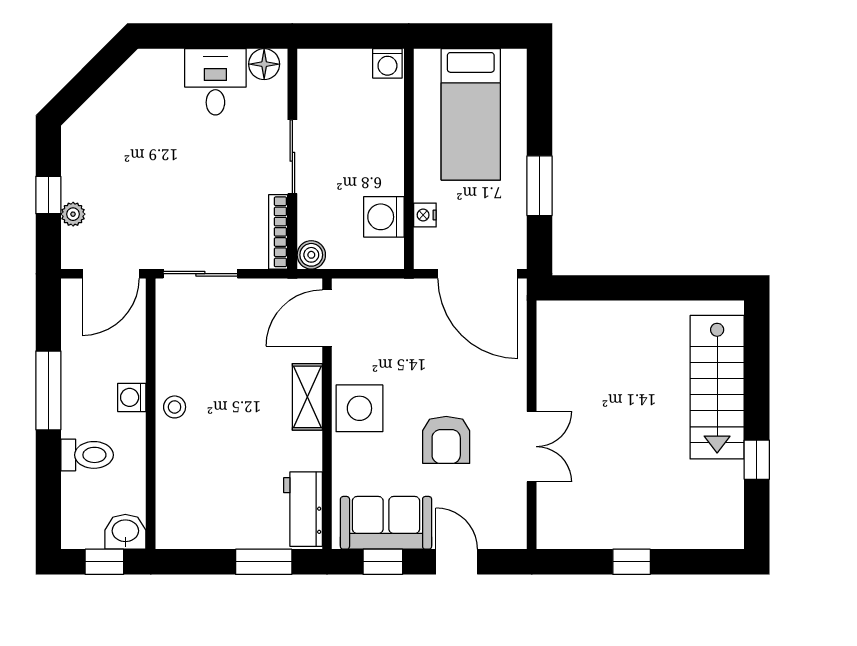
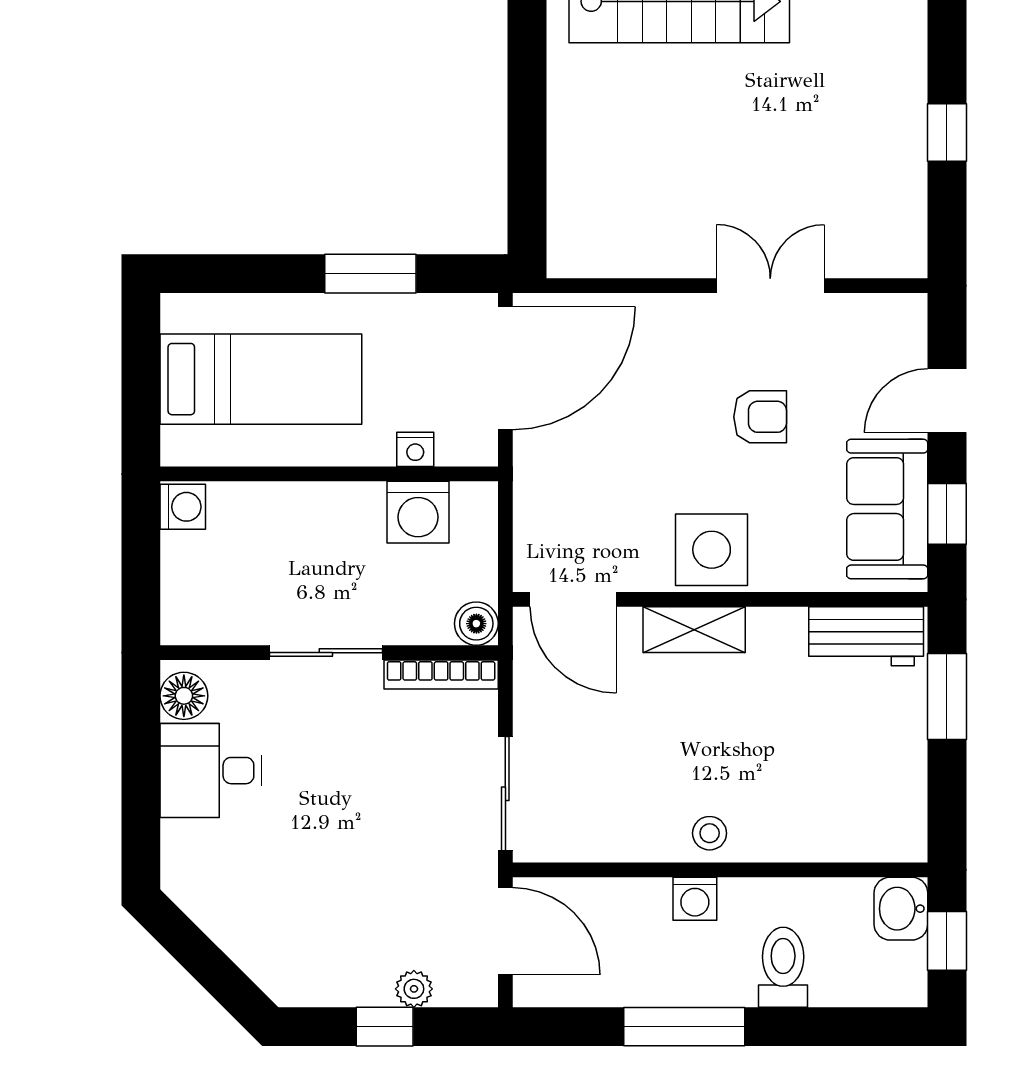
armchair: (446, 440) -> (760, 417), width x0.72, depth x0.72

